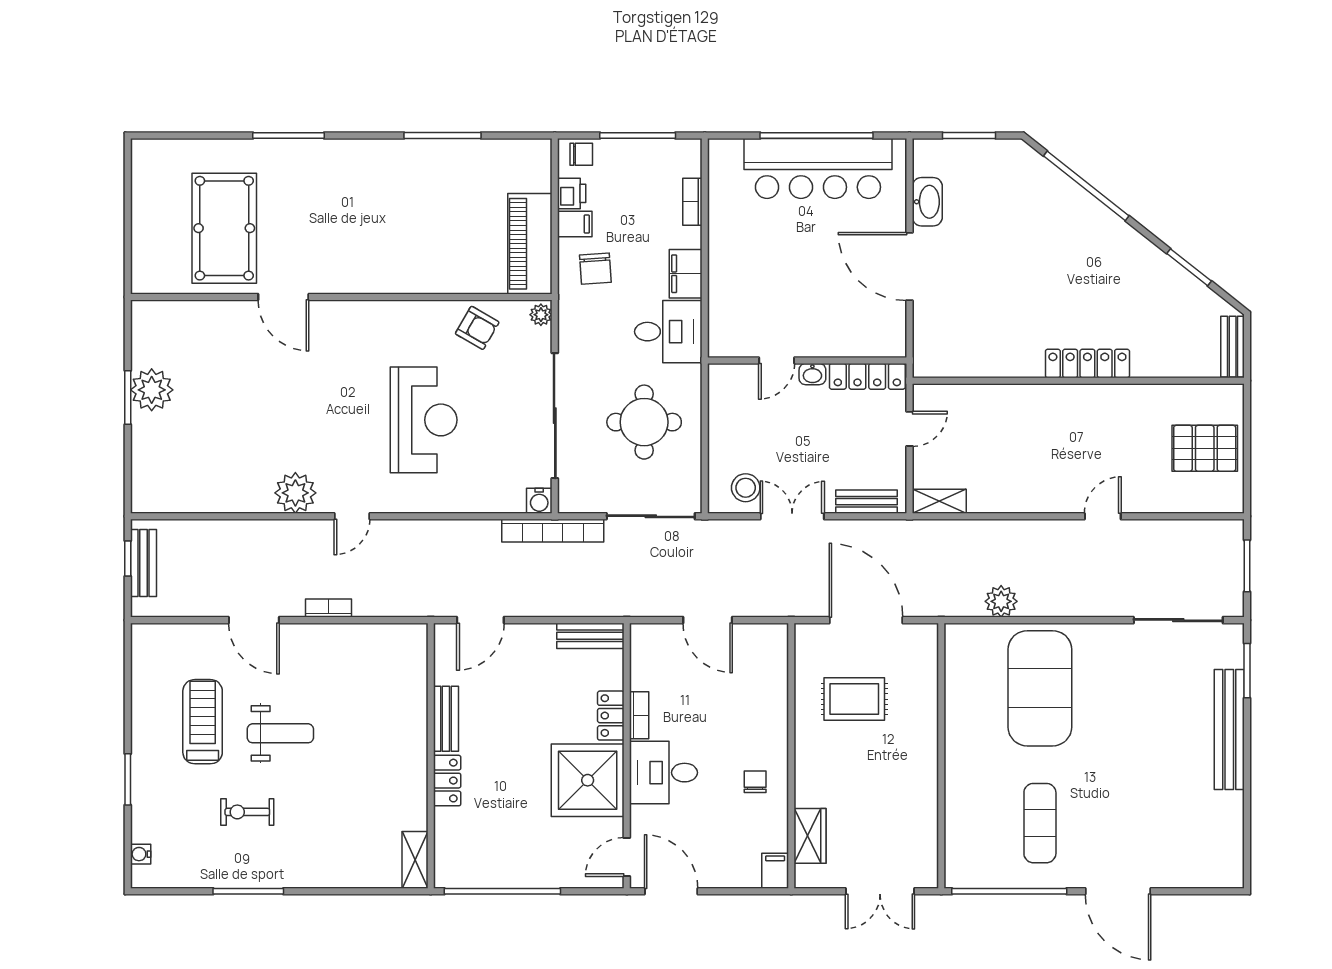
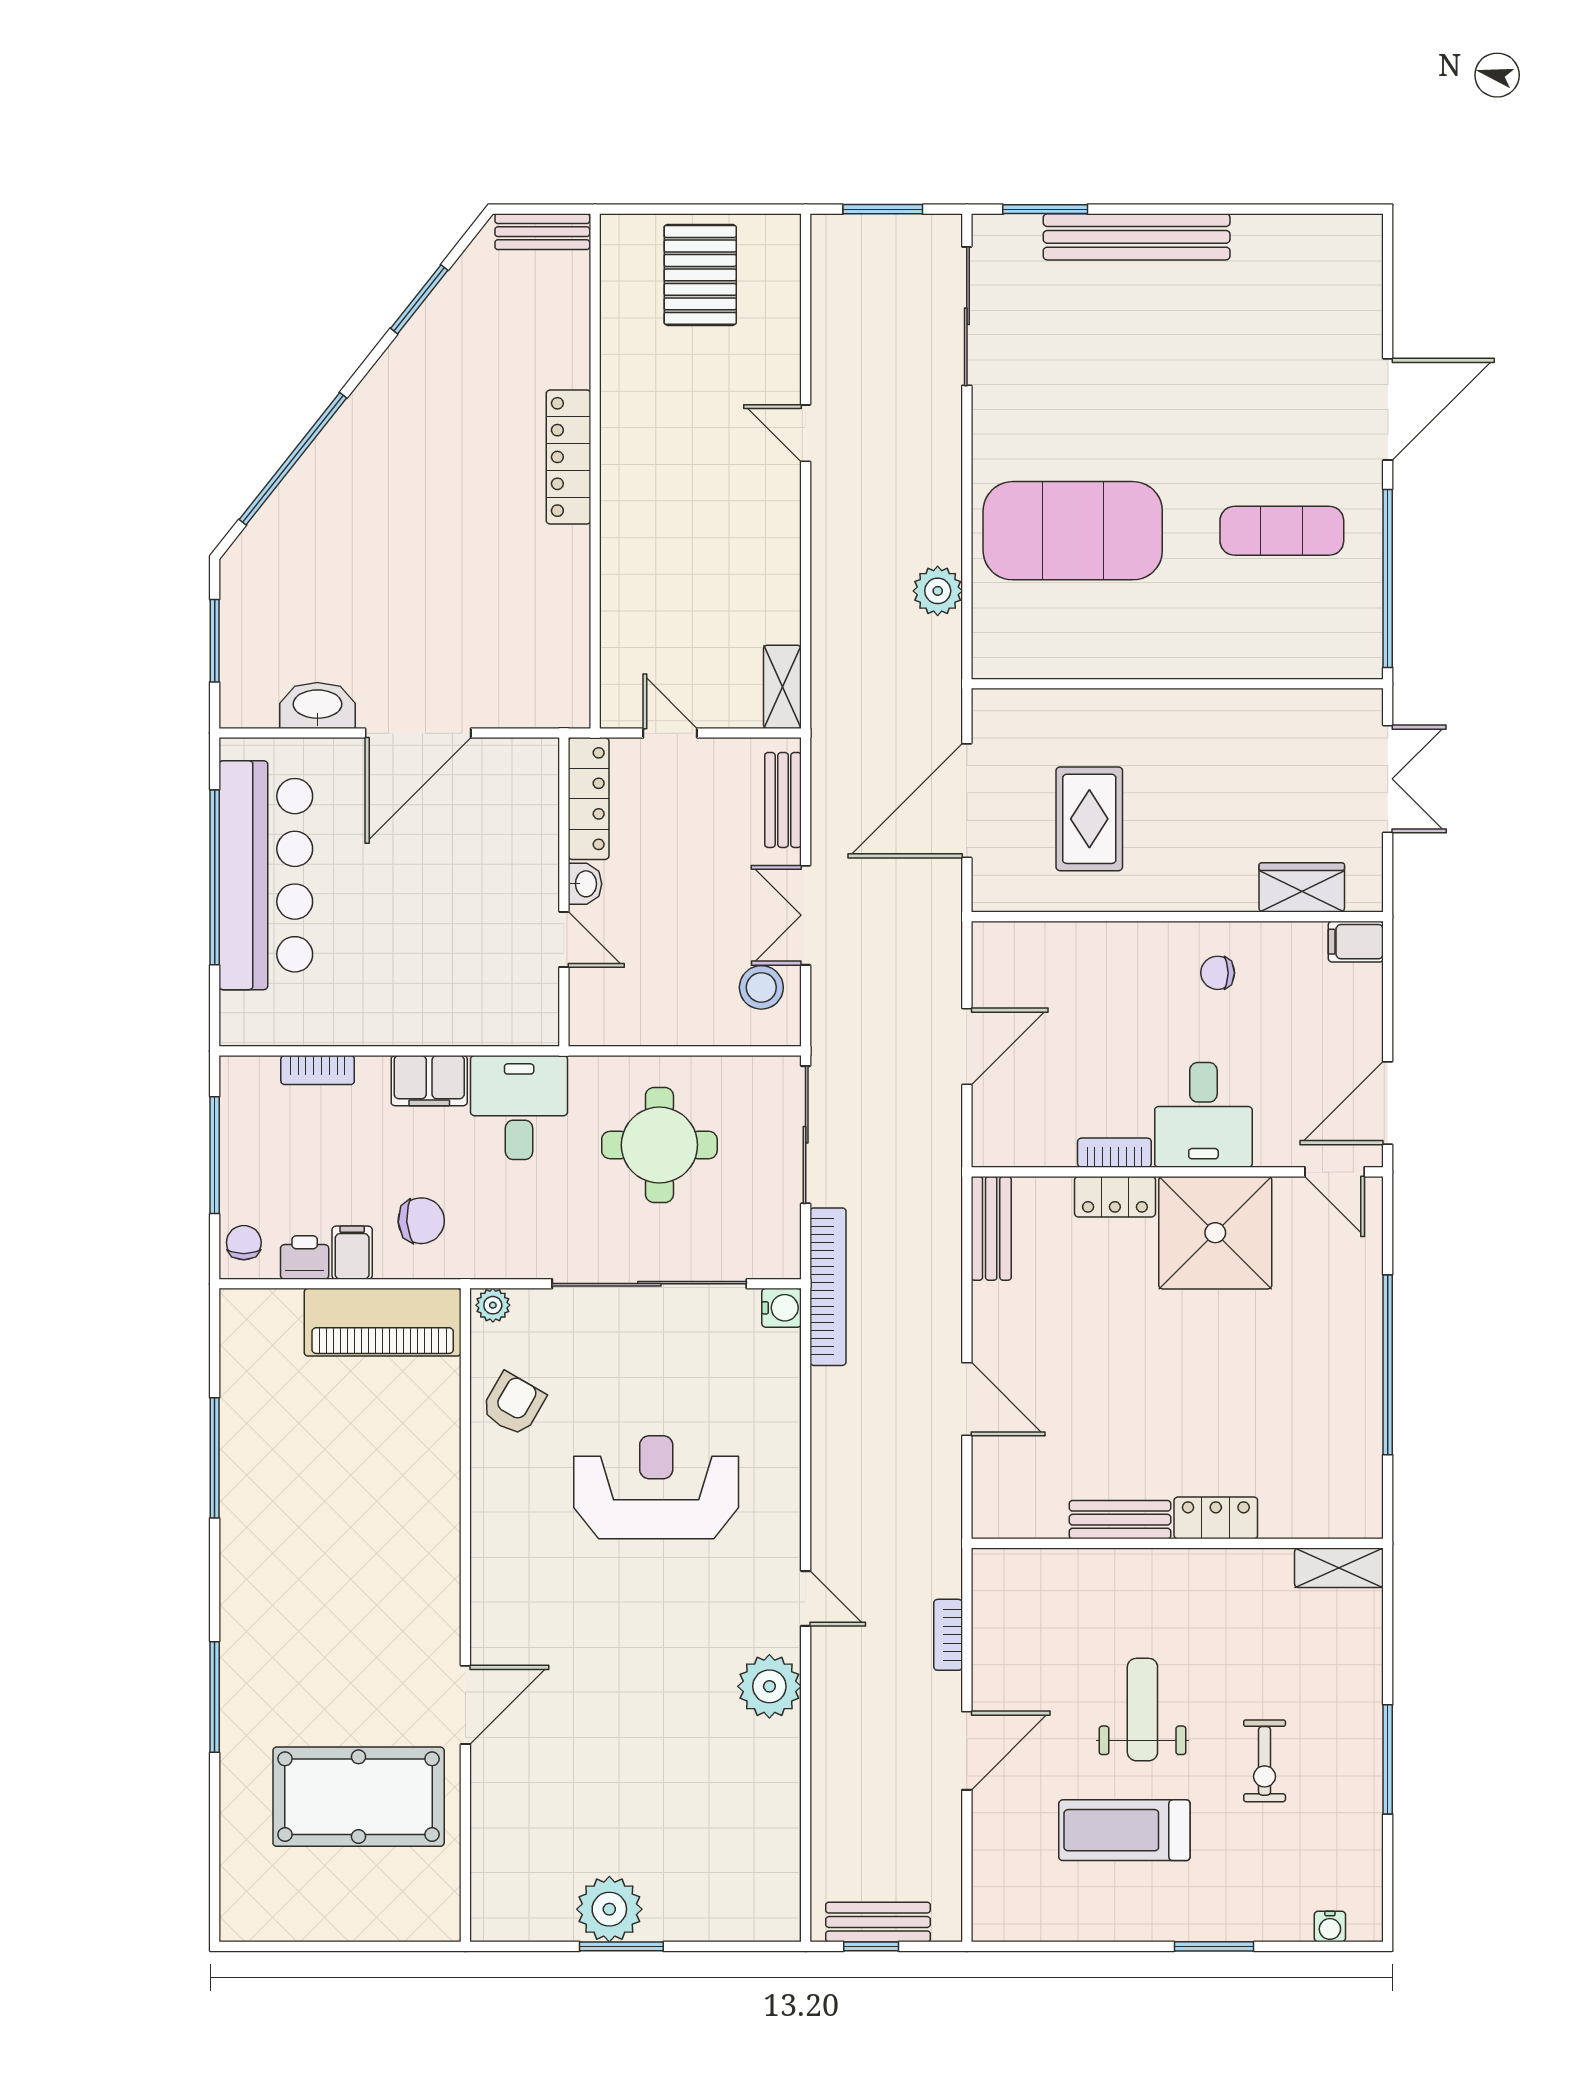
bench: (446, 719) -> (1120, 1520), moved
wall: (431, 756) -> (1177, 1543), moved
locker: (447, 781) -> (1216, 1518), moved
shelving: (415, 860) -> (1339, 1568), moved

